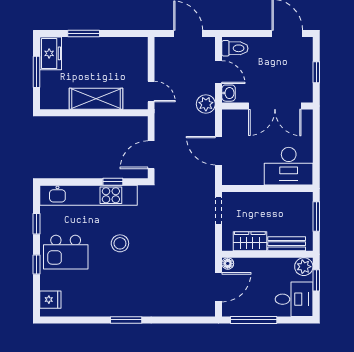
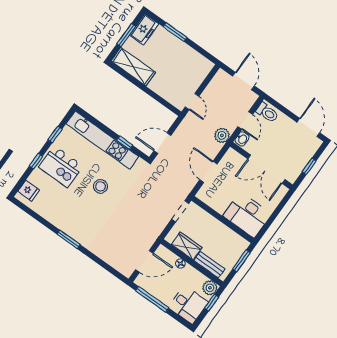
shelving: (96, 99) -> (133, 67), moved
floor lamp: (228, 263) -> (180, 264), moved

